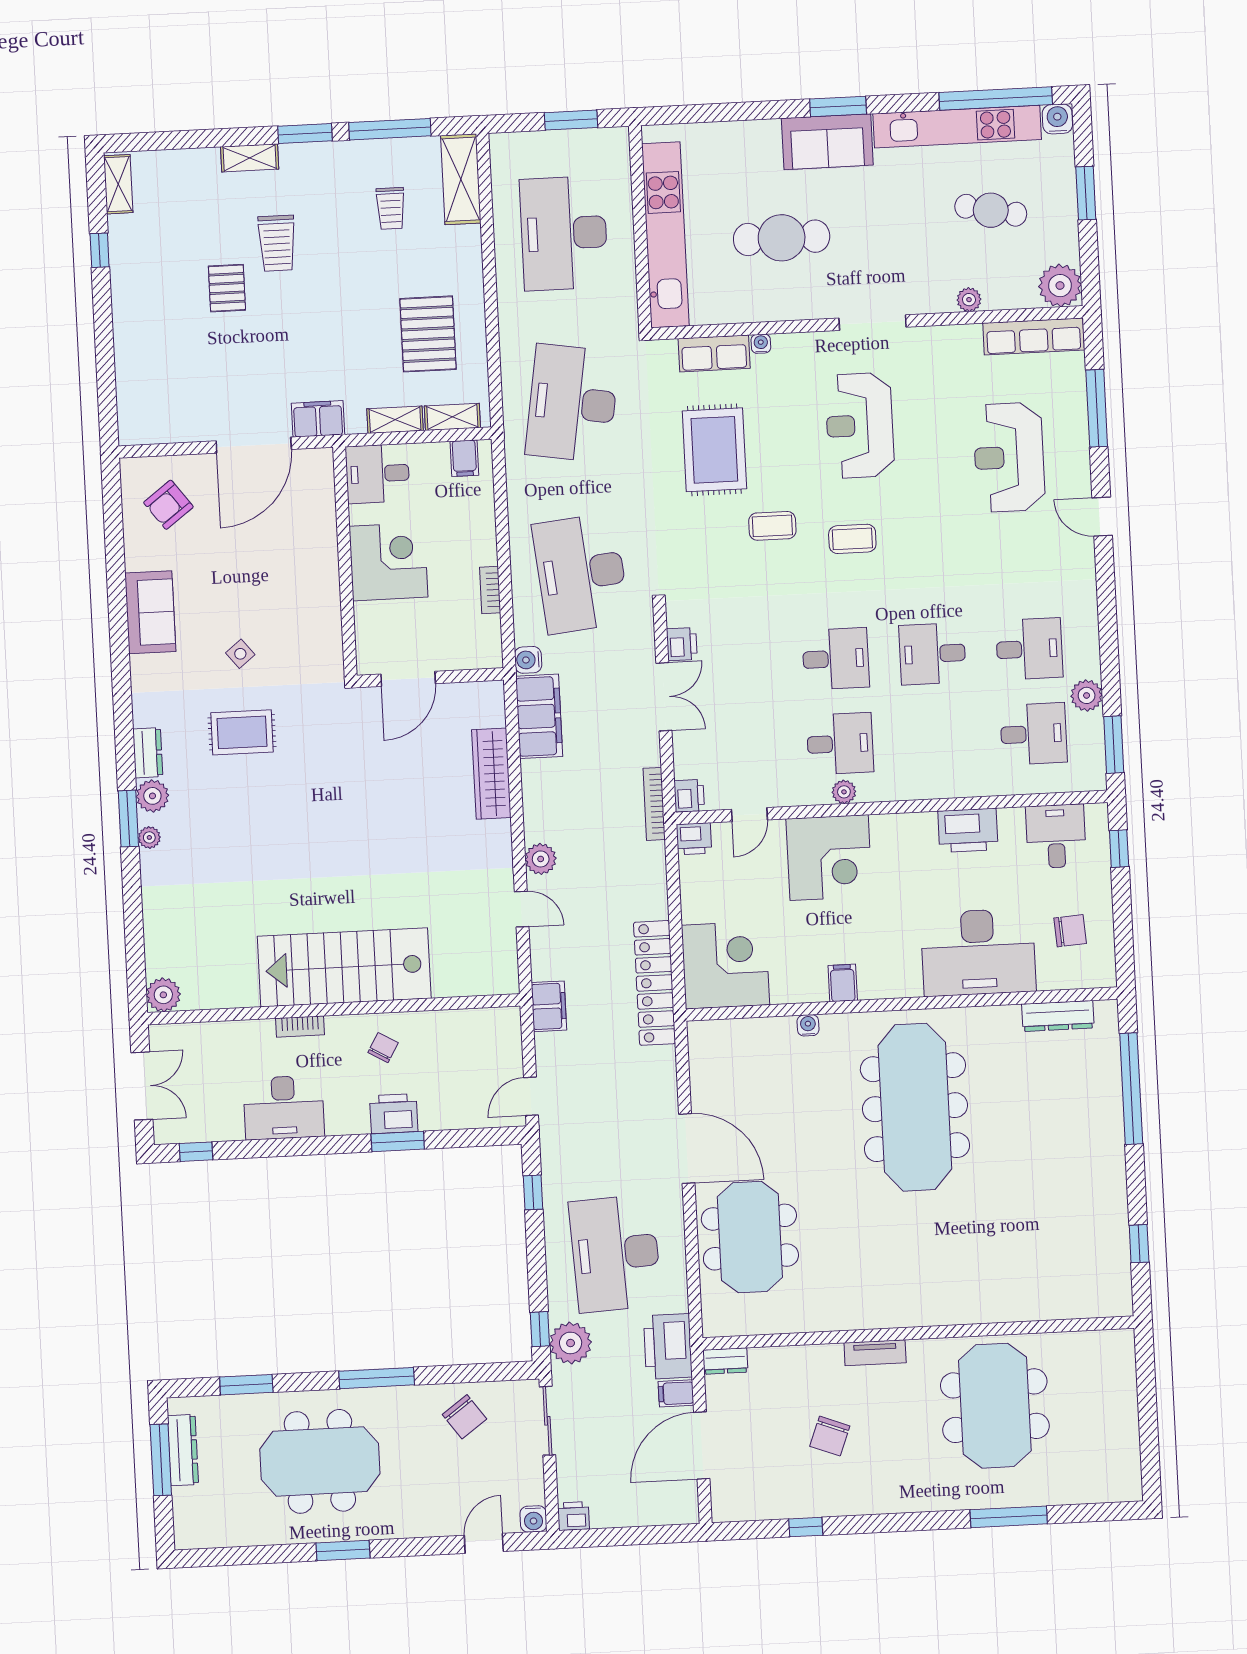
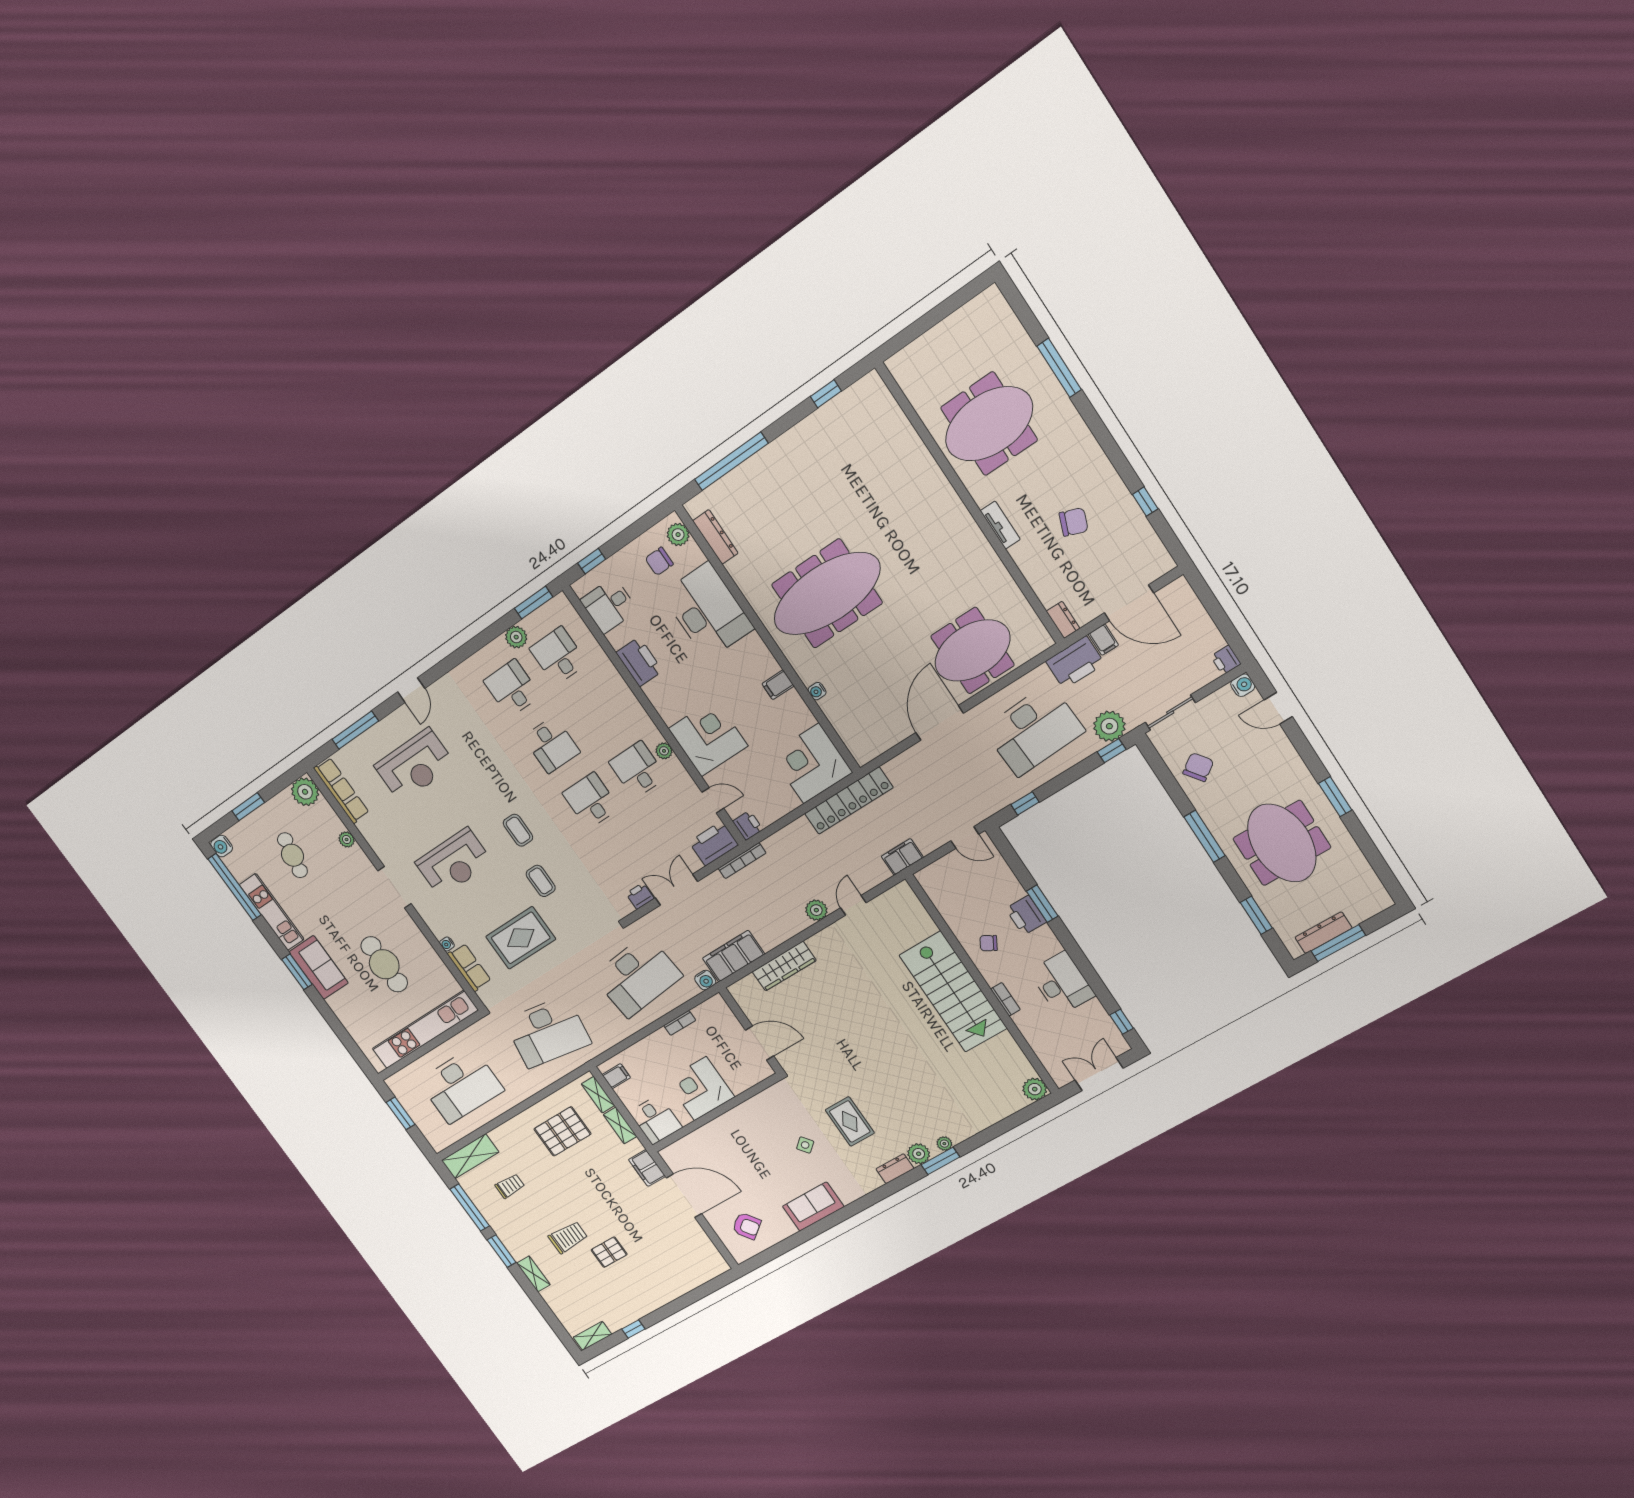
kitchen unit: (957, 127) -> (272, 912), width x0.73
printer: (689, 796) -> (714, 843), width x1.87, depth x1.48
chair: (1070, 931) -> (659, 561), turned -86
plant: (1087, 973) -> (678, 535), added

